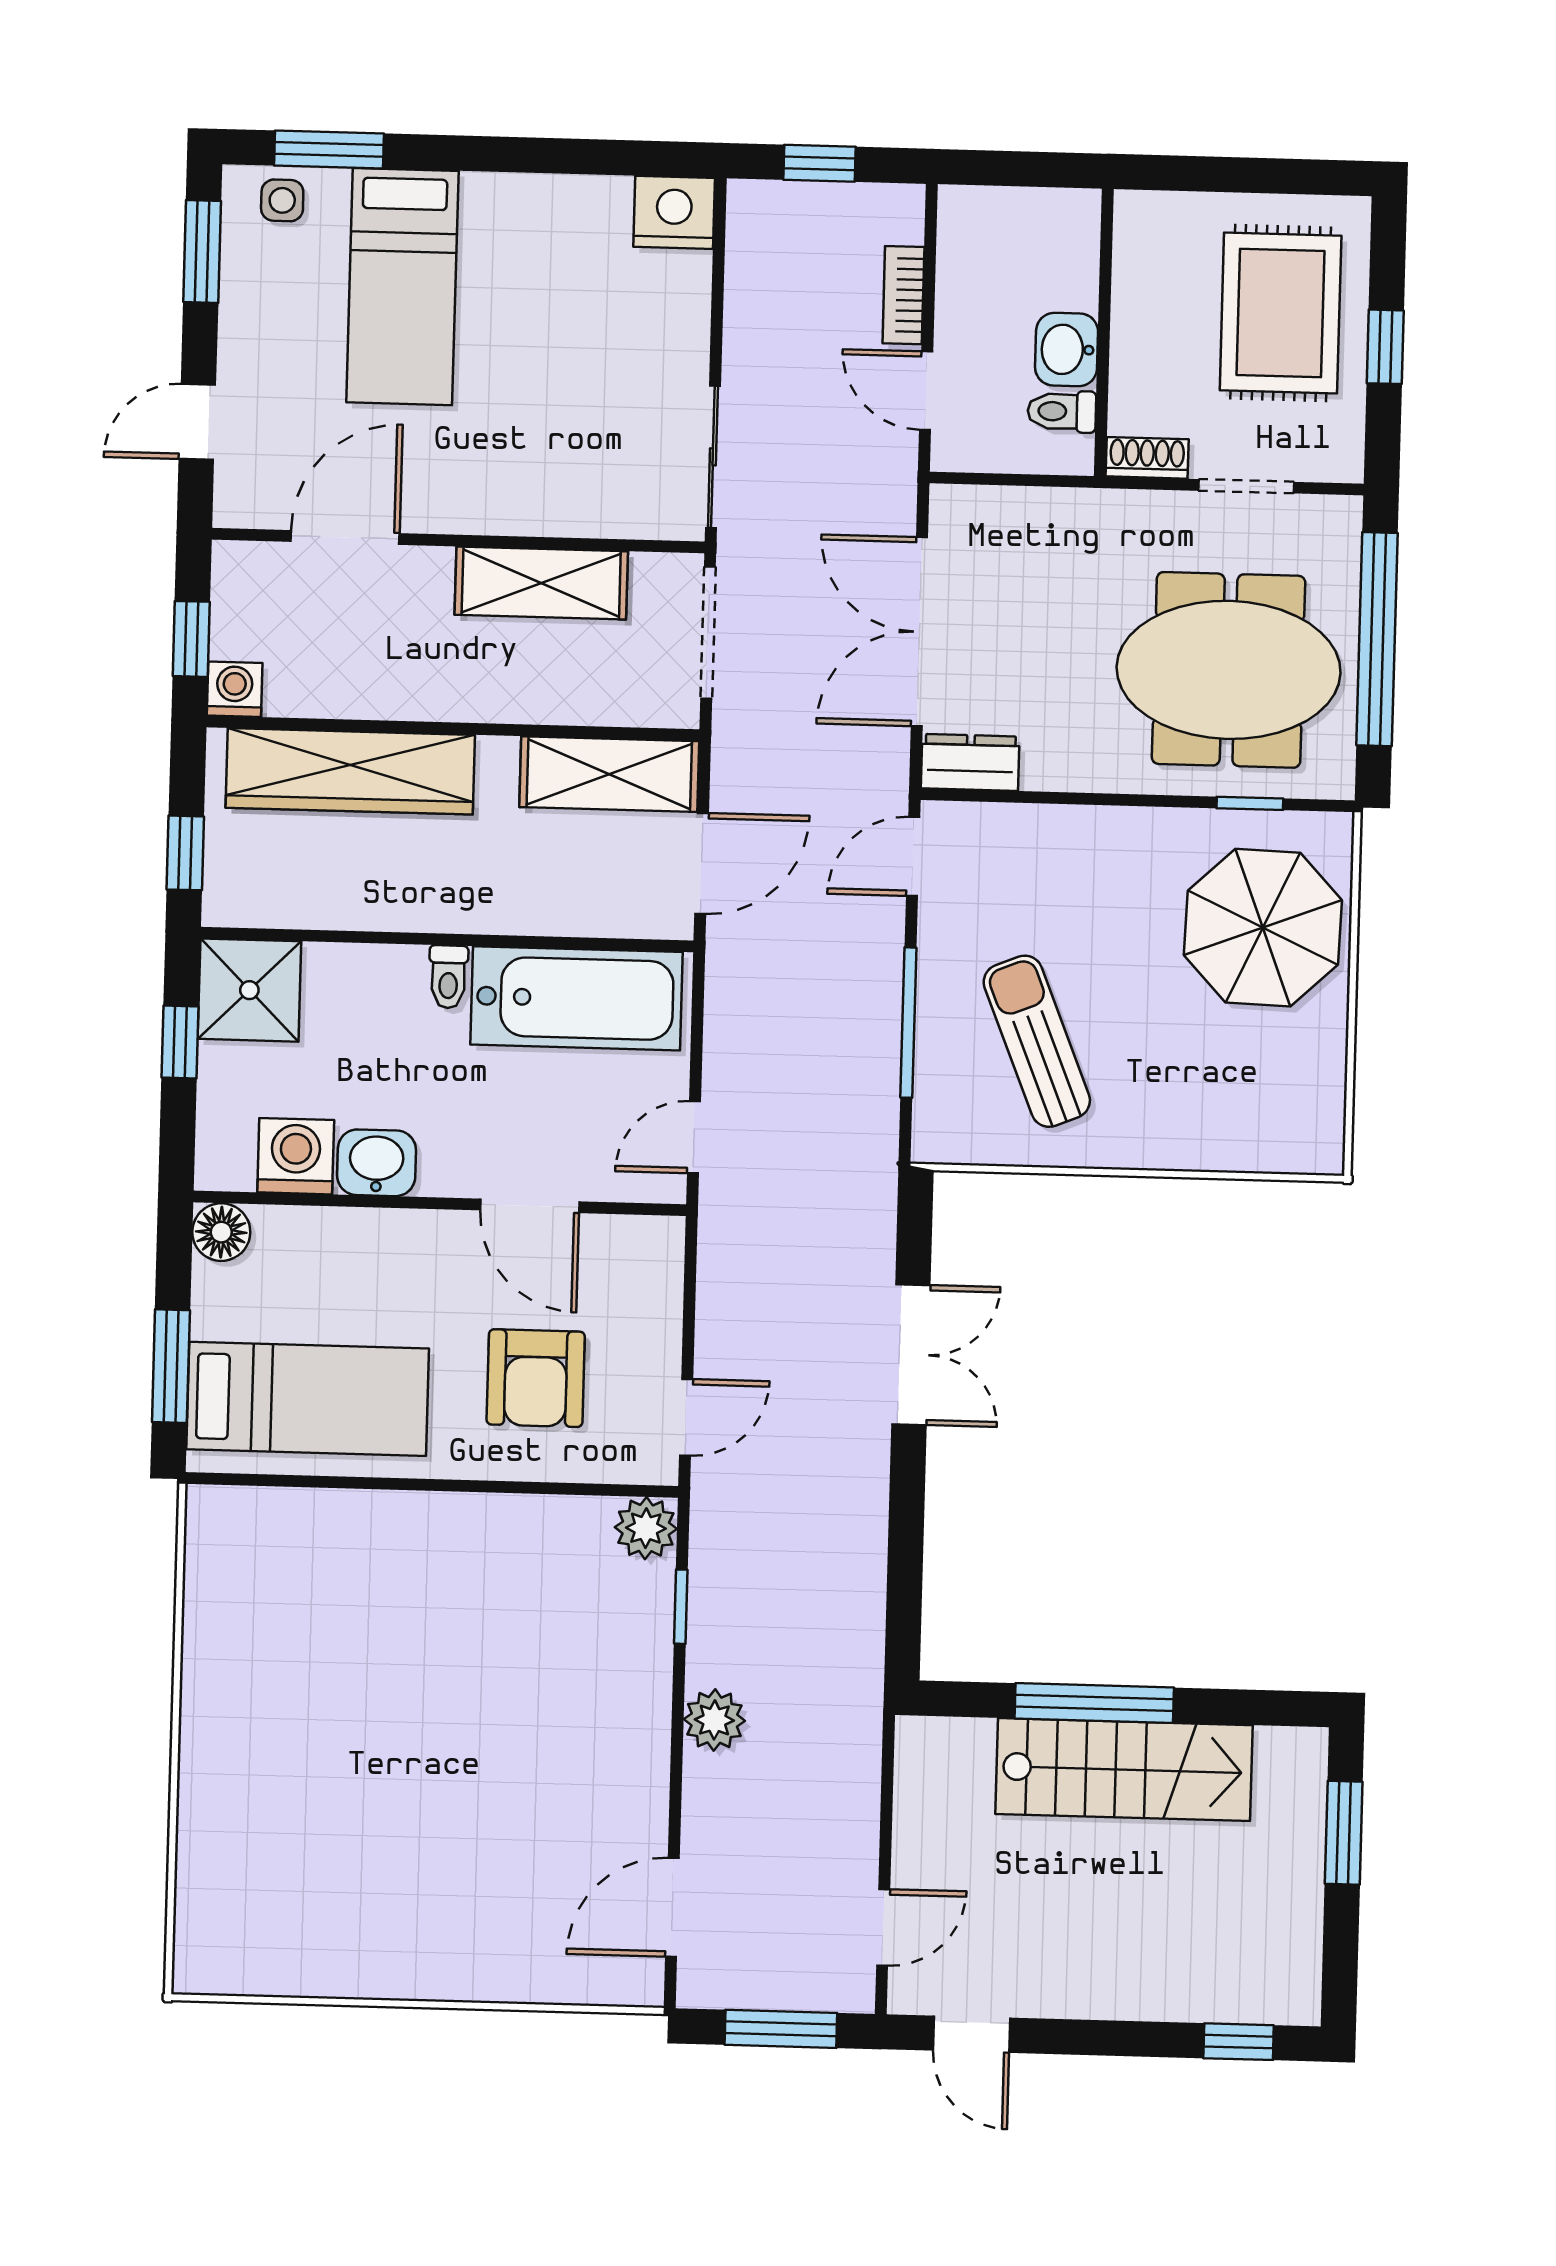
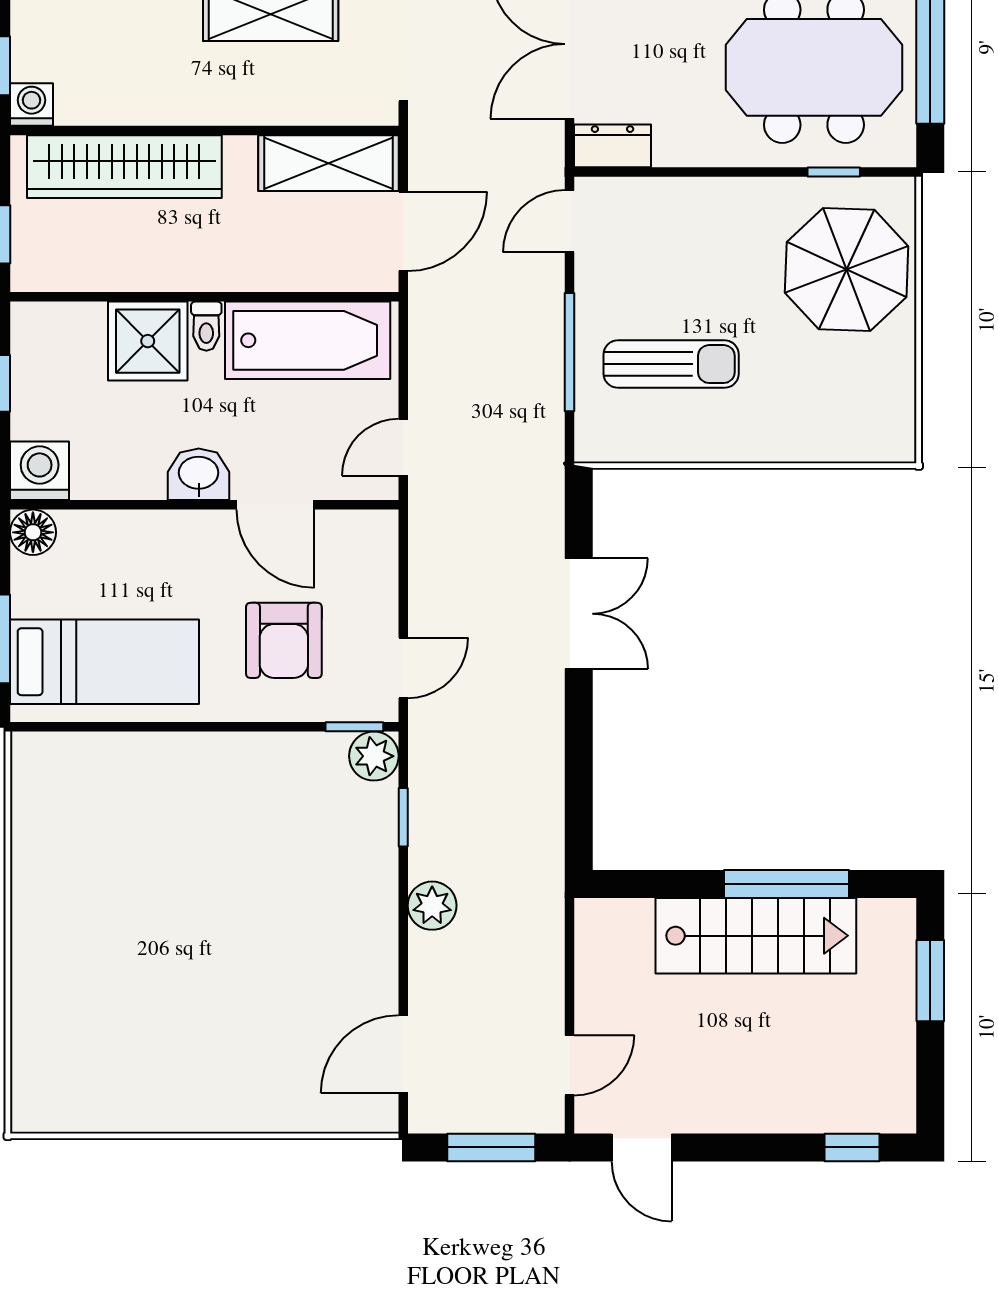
shower: (249, 990) -> (148, 341), moved
sun lounger: (1037, 1041) -> (671, 364), turned 112
washing machine: (296, 1156) -> (40, 471), moved
washbasin: (377, 1163) -> (199, 474), moved
window: (622, 1490) -> (354, 727), added
window: (1094, 1703) -> (787, 884), moved

